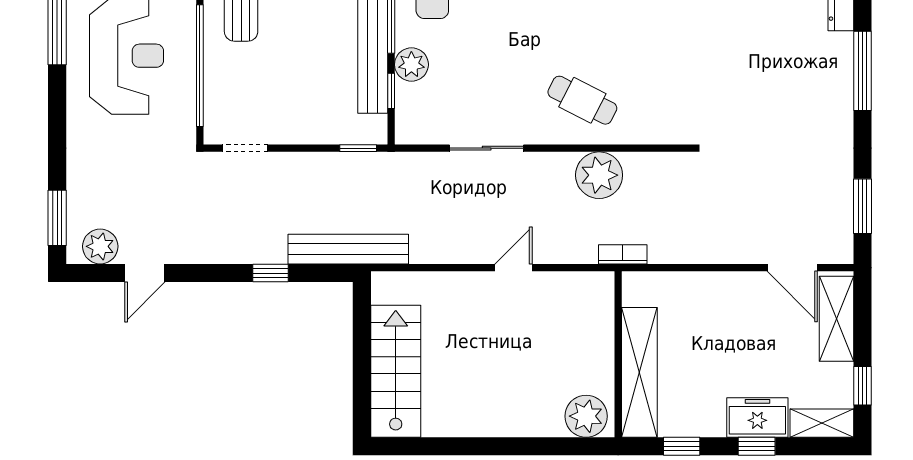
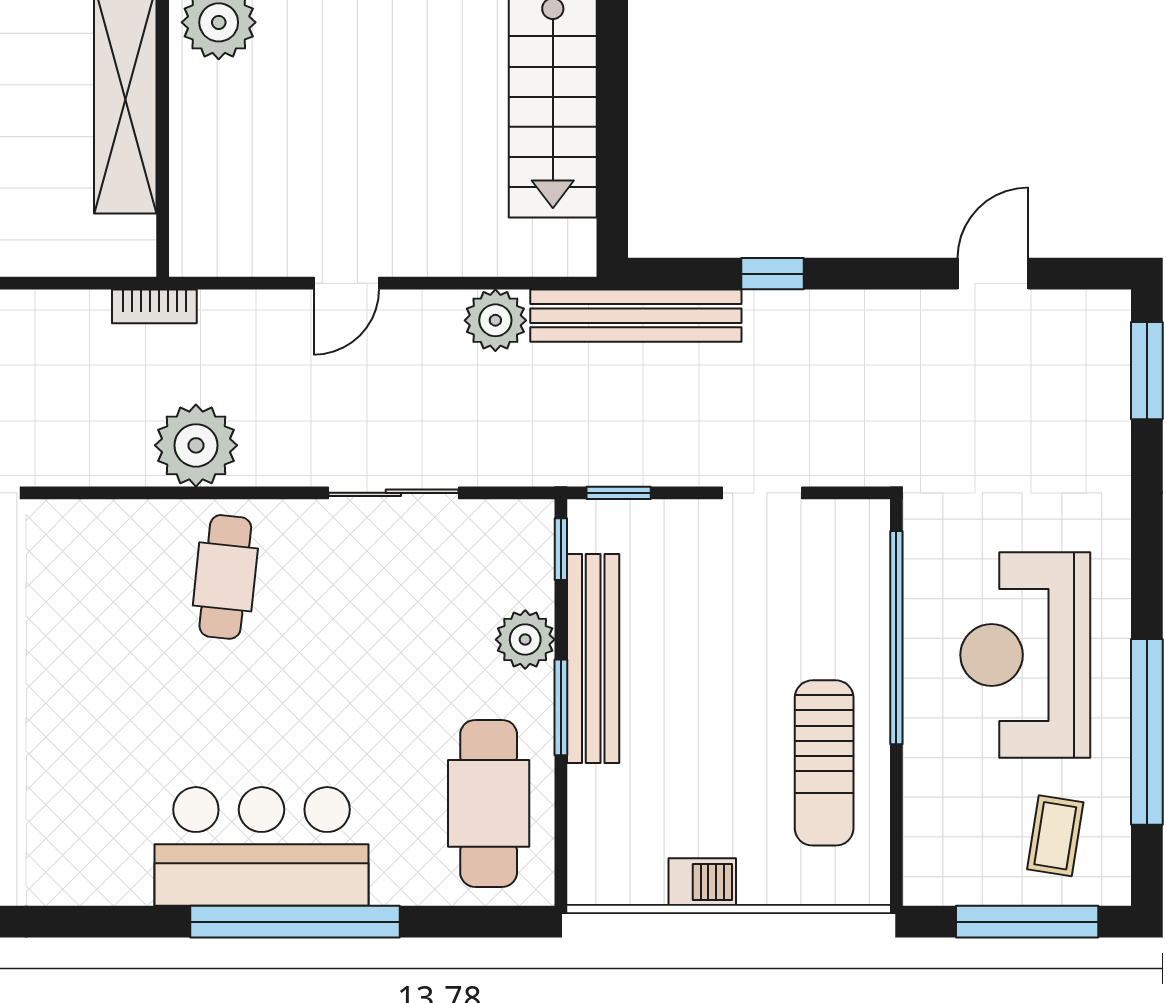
window: (391, 91) -> (561, 549), moved
cafe table: (582, 100) -> (225, 577), turned 69
doorway: (245, 148) -> (762, 493), moved
plant: (100, 246) -> (495, 320), moved

